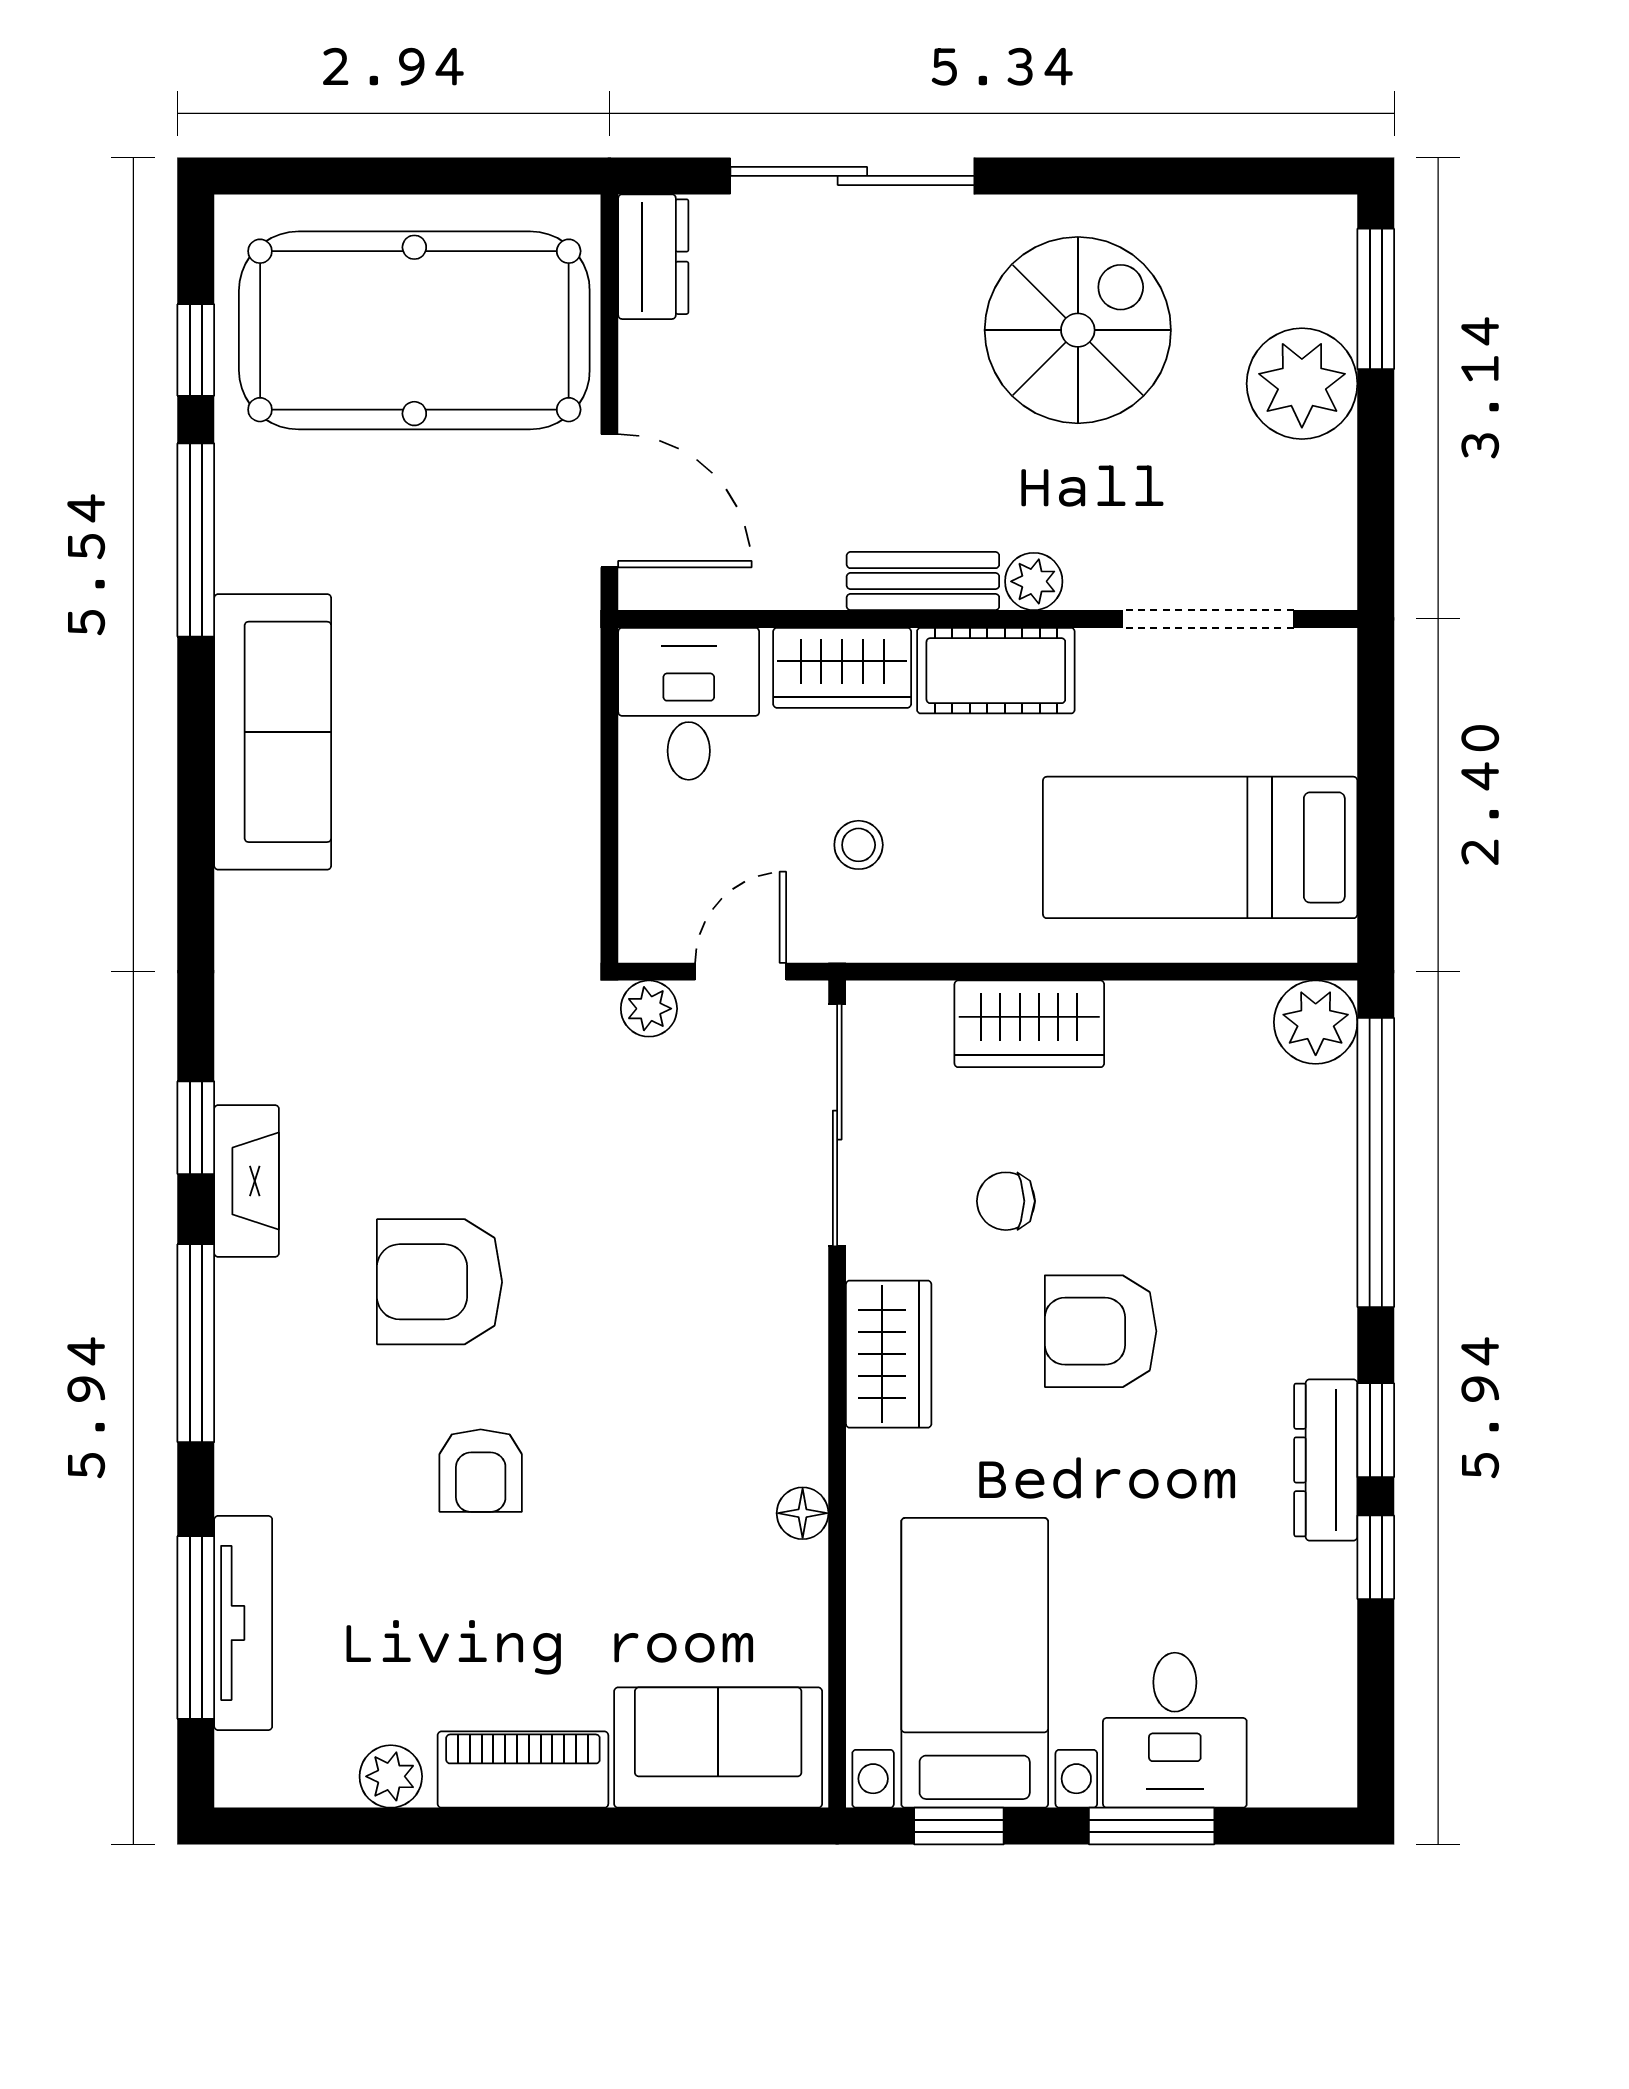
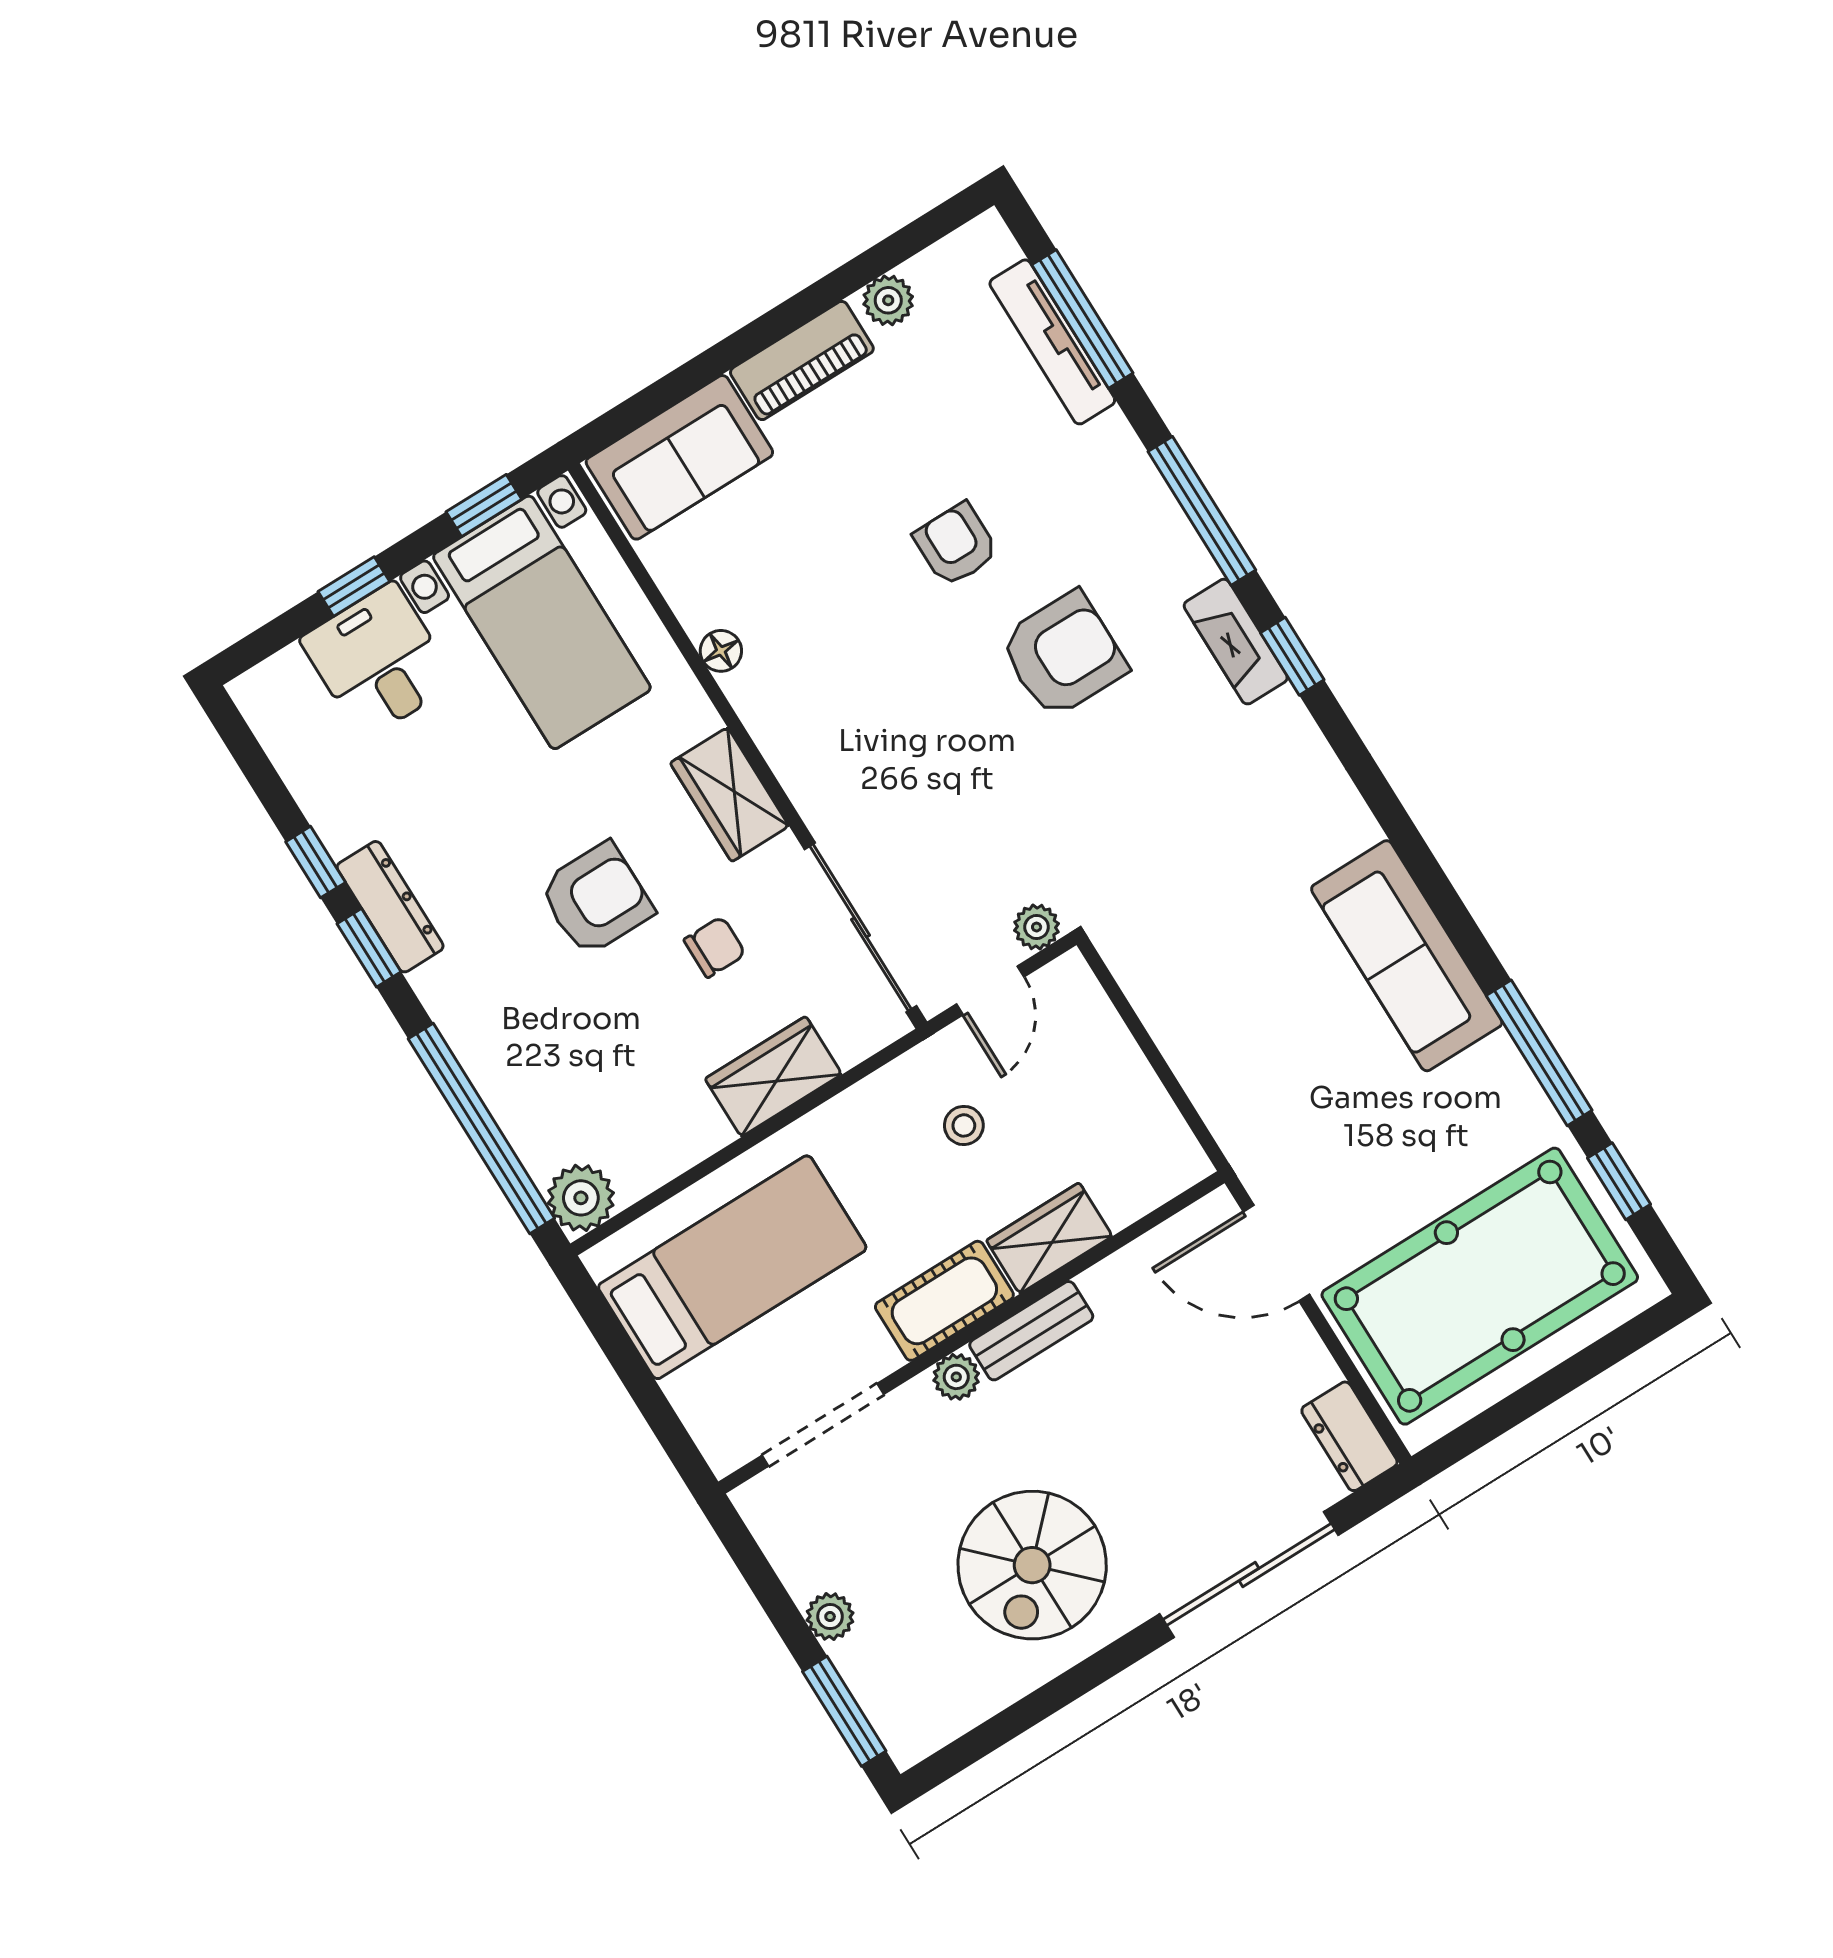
plant: (1302, 384) -> (830, 1617), width x0.53, depth x0.53
desk: (689, 704) -> (1138, 1149), removed
window: (1152, 1826) -> (354, 586), width x0.67

